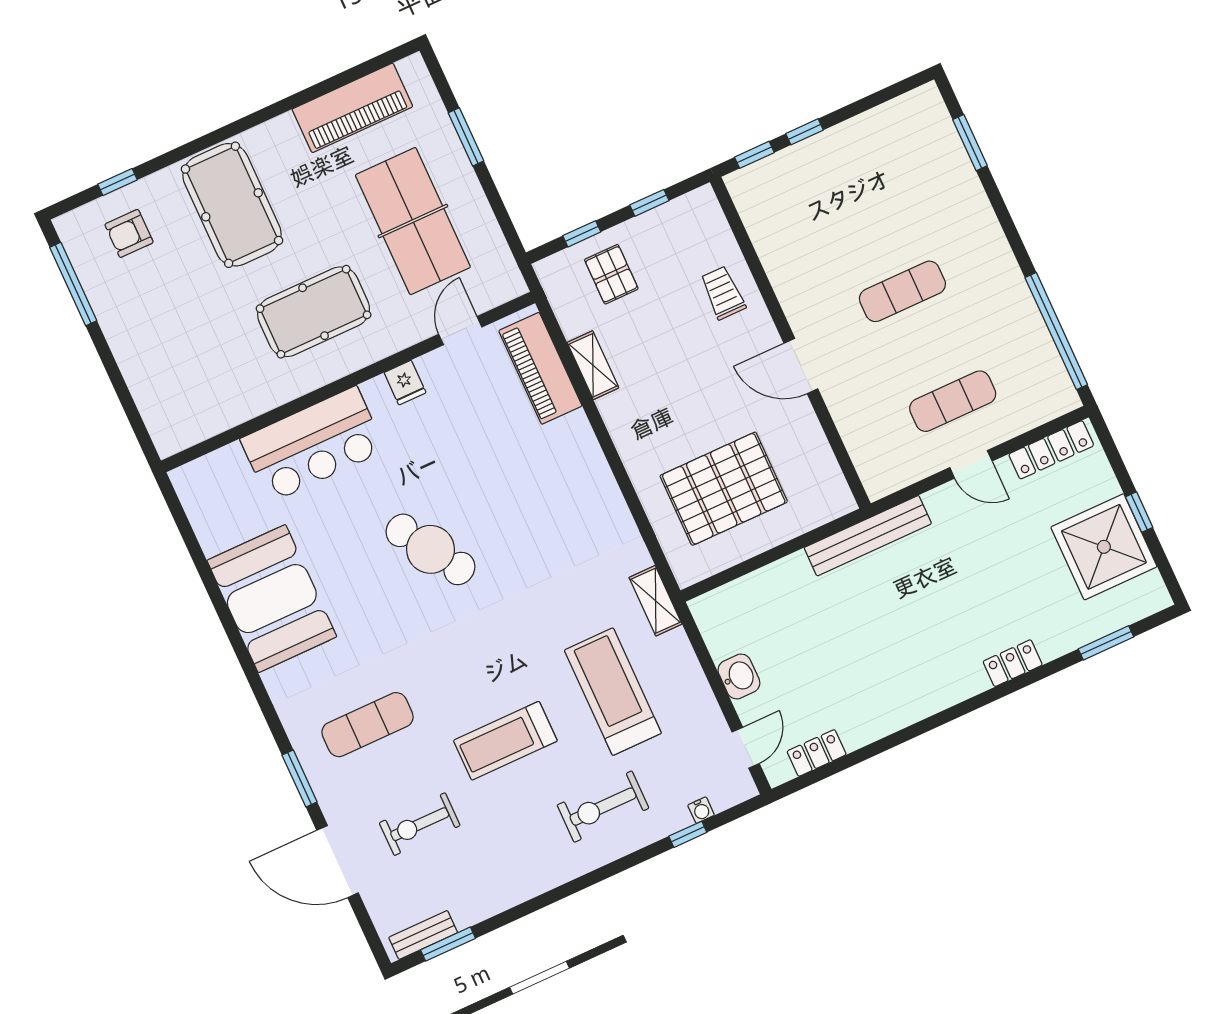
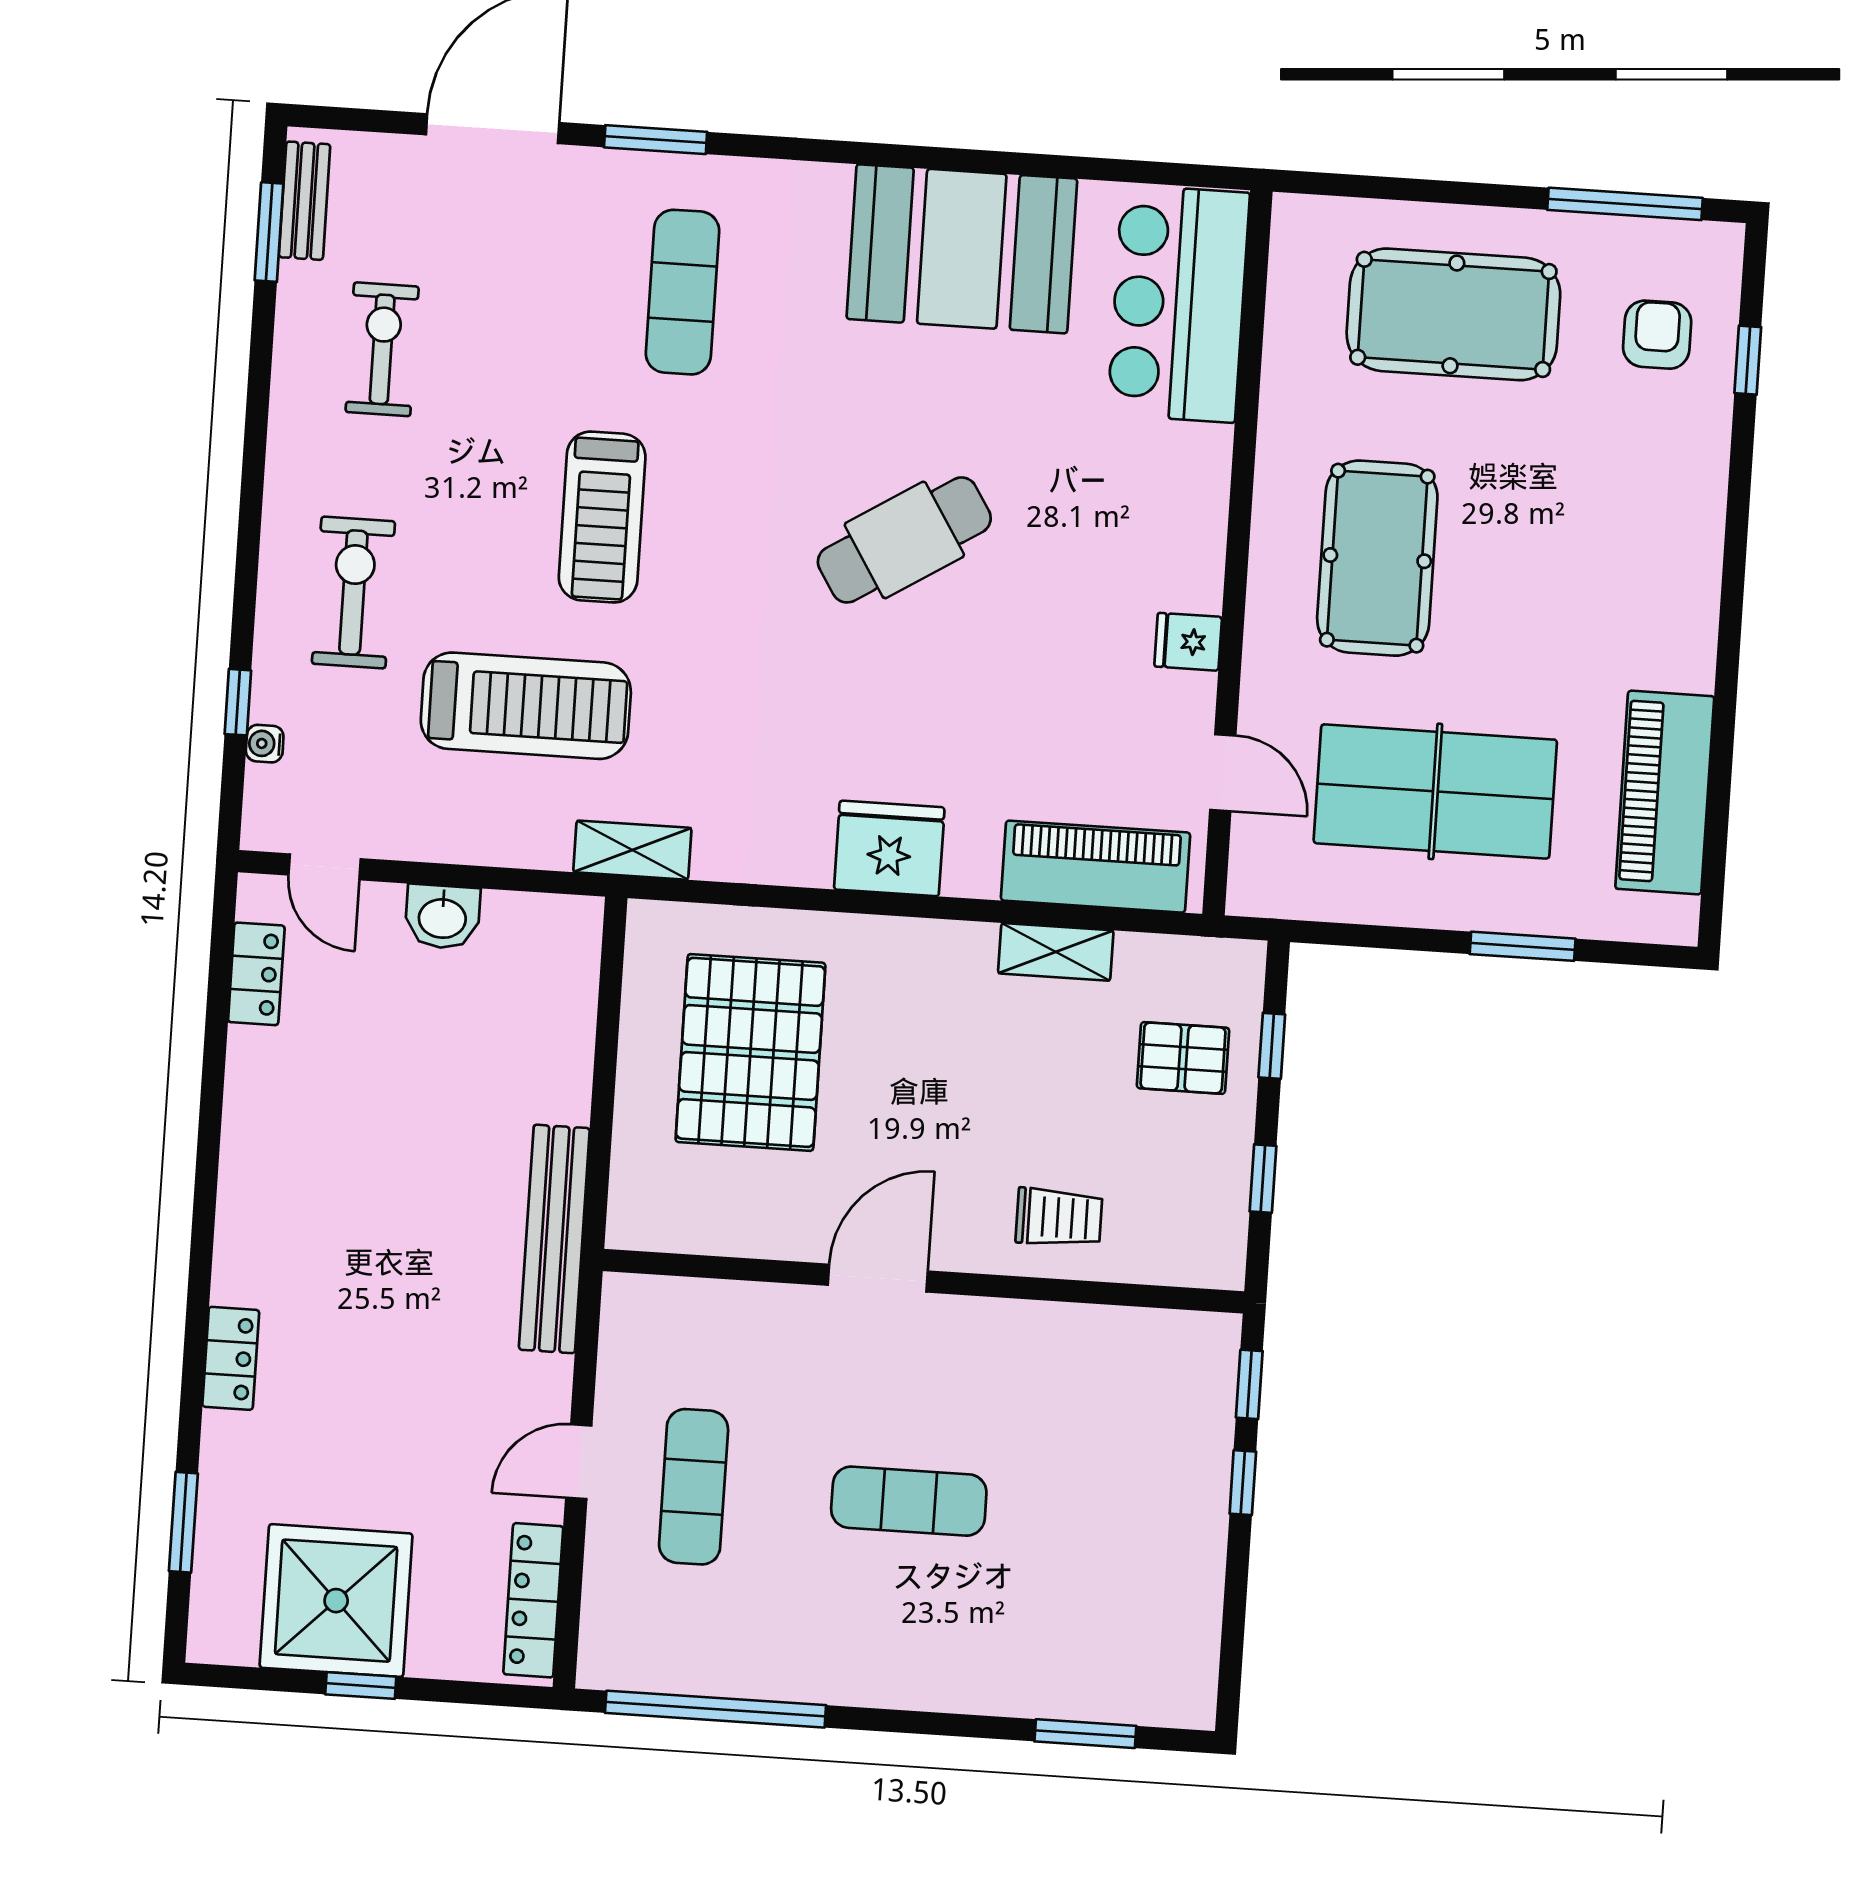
pool table: (232, 205) -> (1453, 314), moved
exercise mat: (902, 291) -> (909, 1501), turned 90
bar counter: (313, 444) -> (1179, 304), moved
fridge: (586, 475) -> (889, 848), added
treadmill: (505, 741) -> (602, 517), moved, turned 180
exercise bike: (420, 824) -> (382, 349), moved

